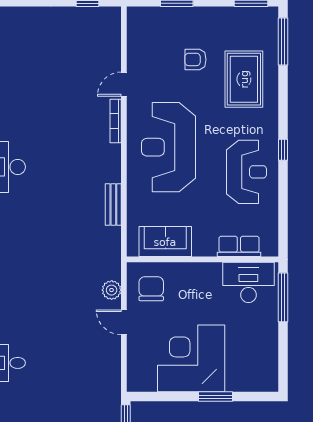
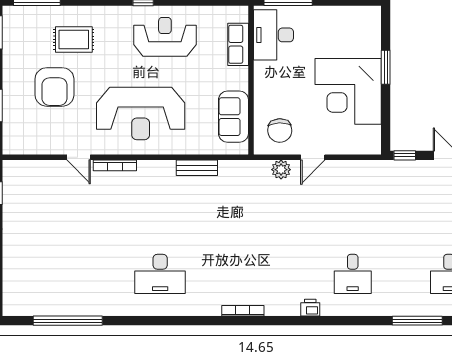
armchair: (195, 59) -> (54, 87), width x1.88, depth x1.88
rug: (244, 79) -> (74, 39), width x0.73, depth x0.70
chair: (151, 289) -> (280, 131), turned -92

